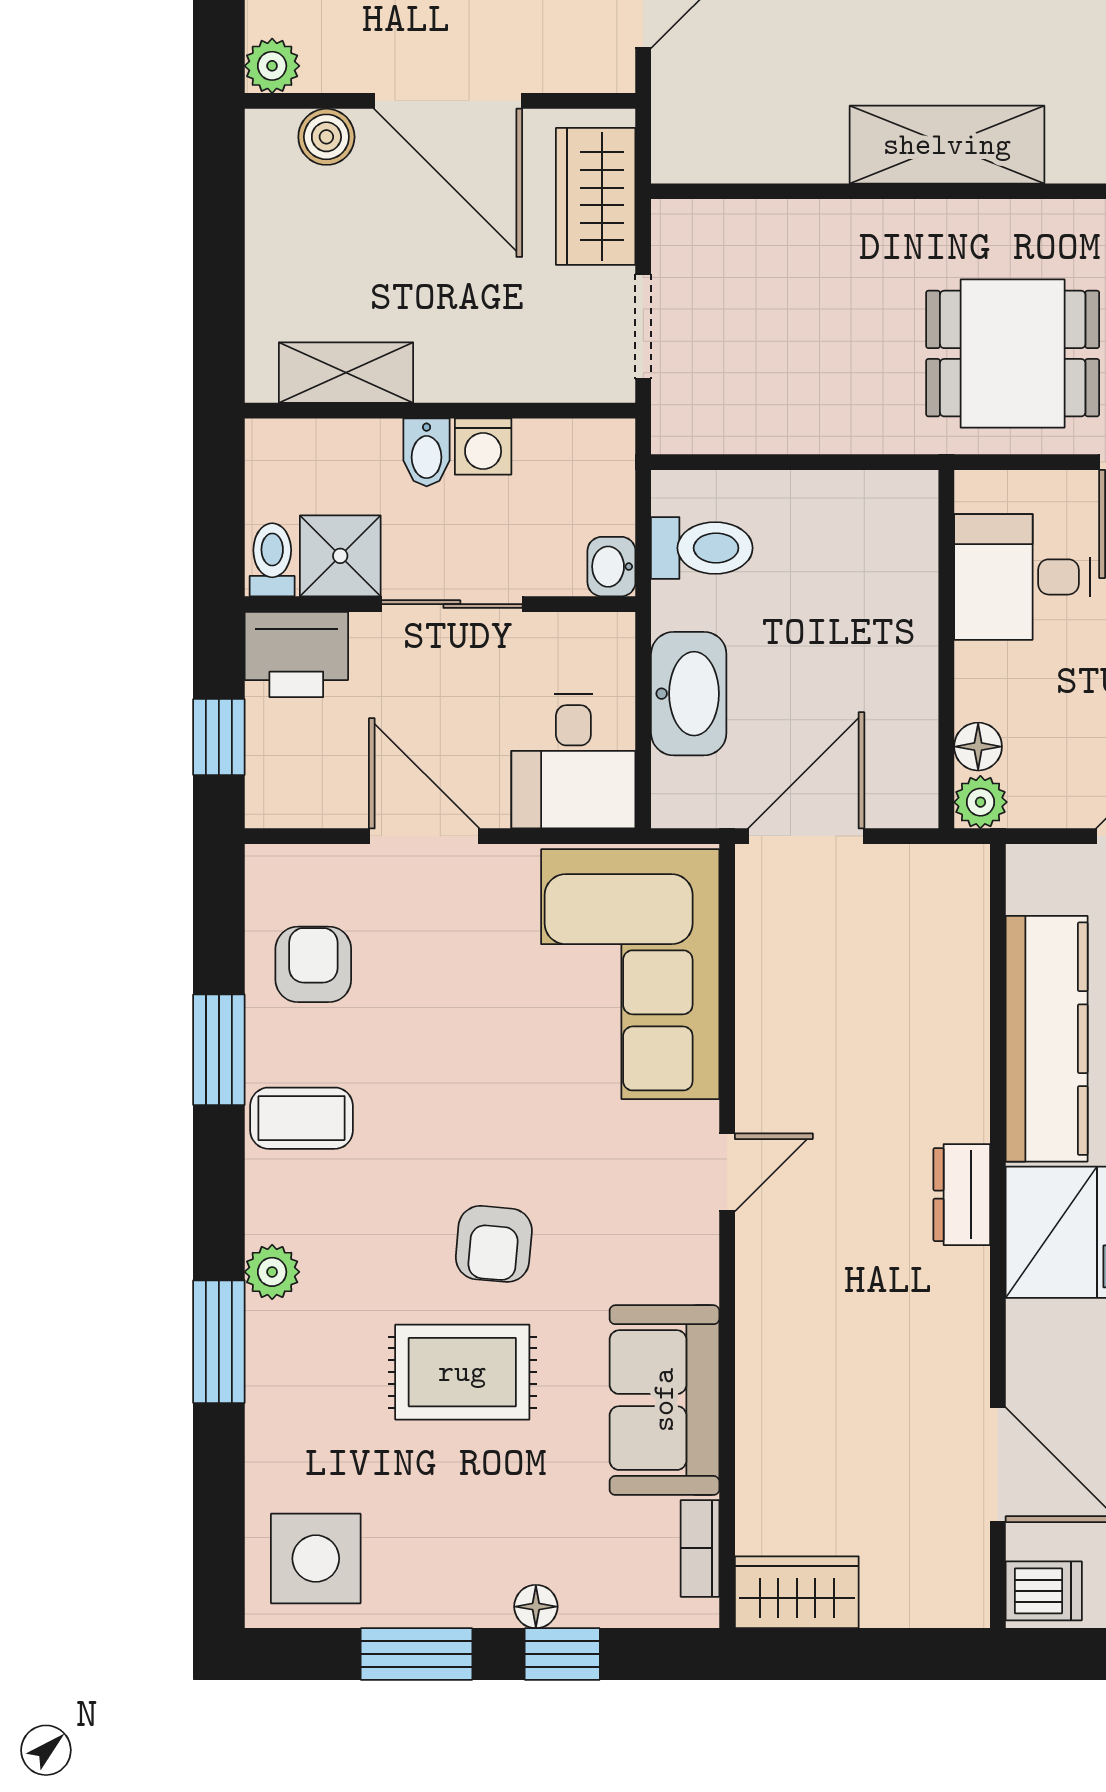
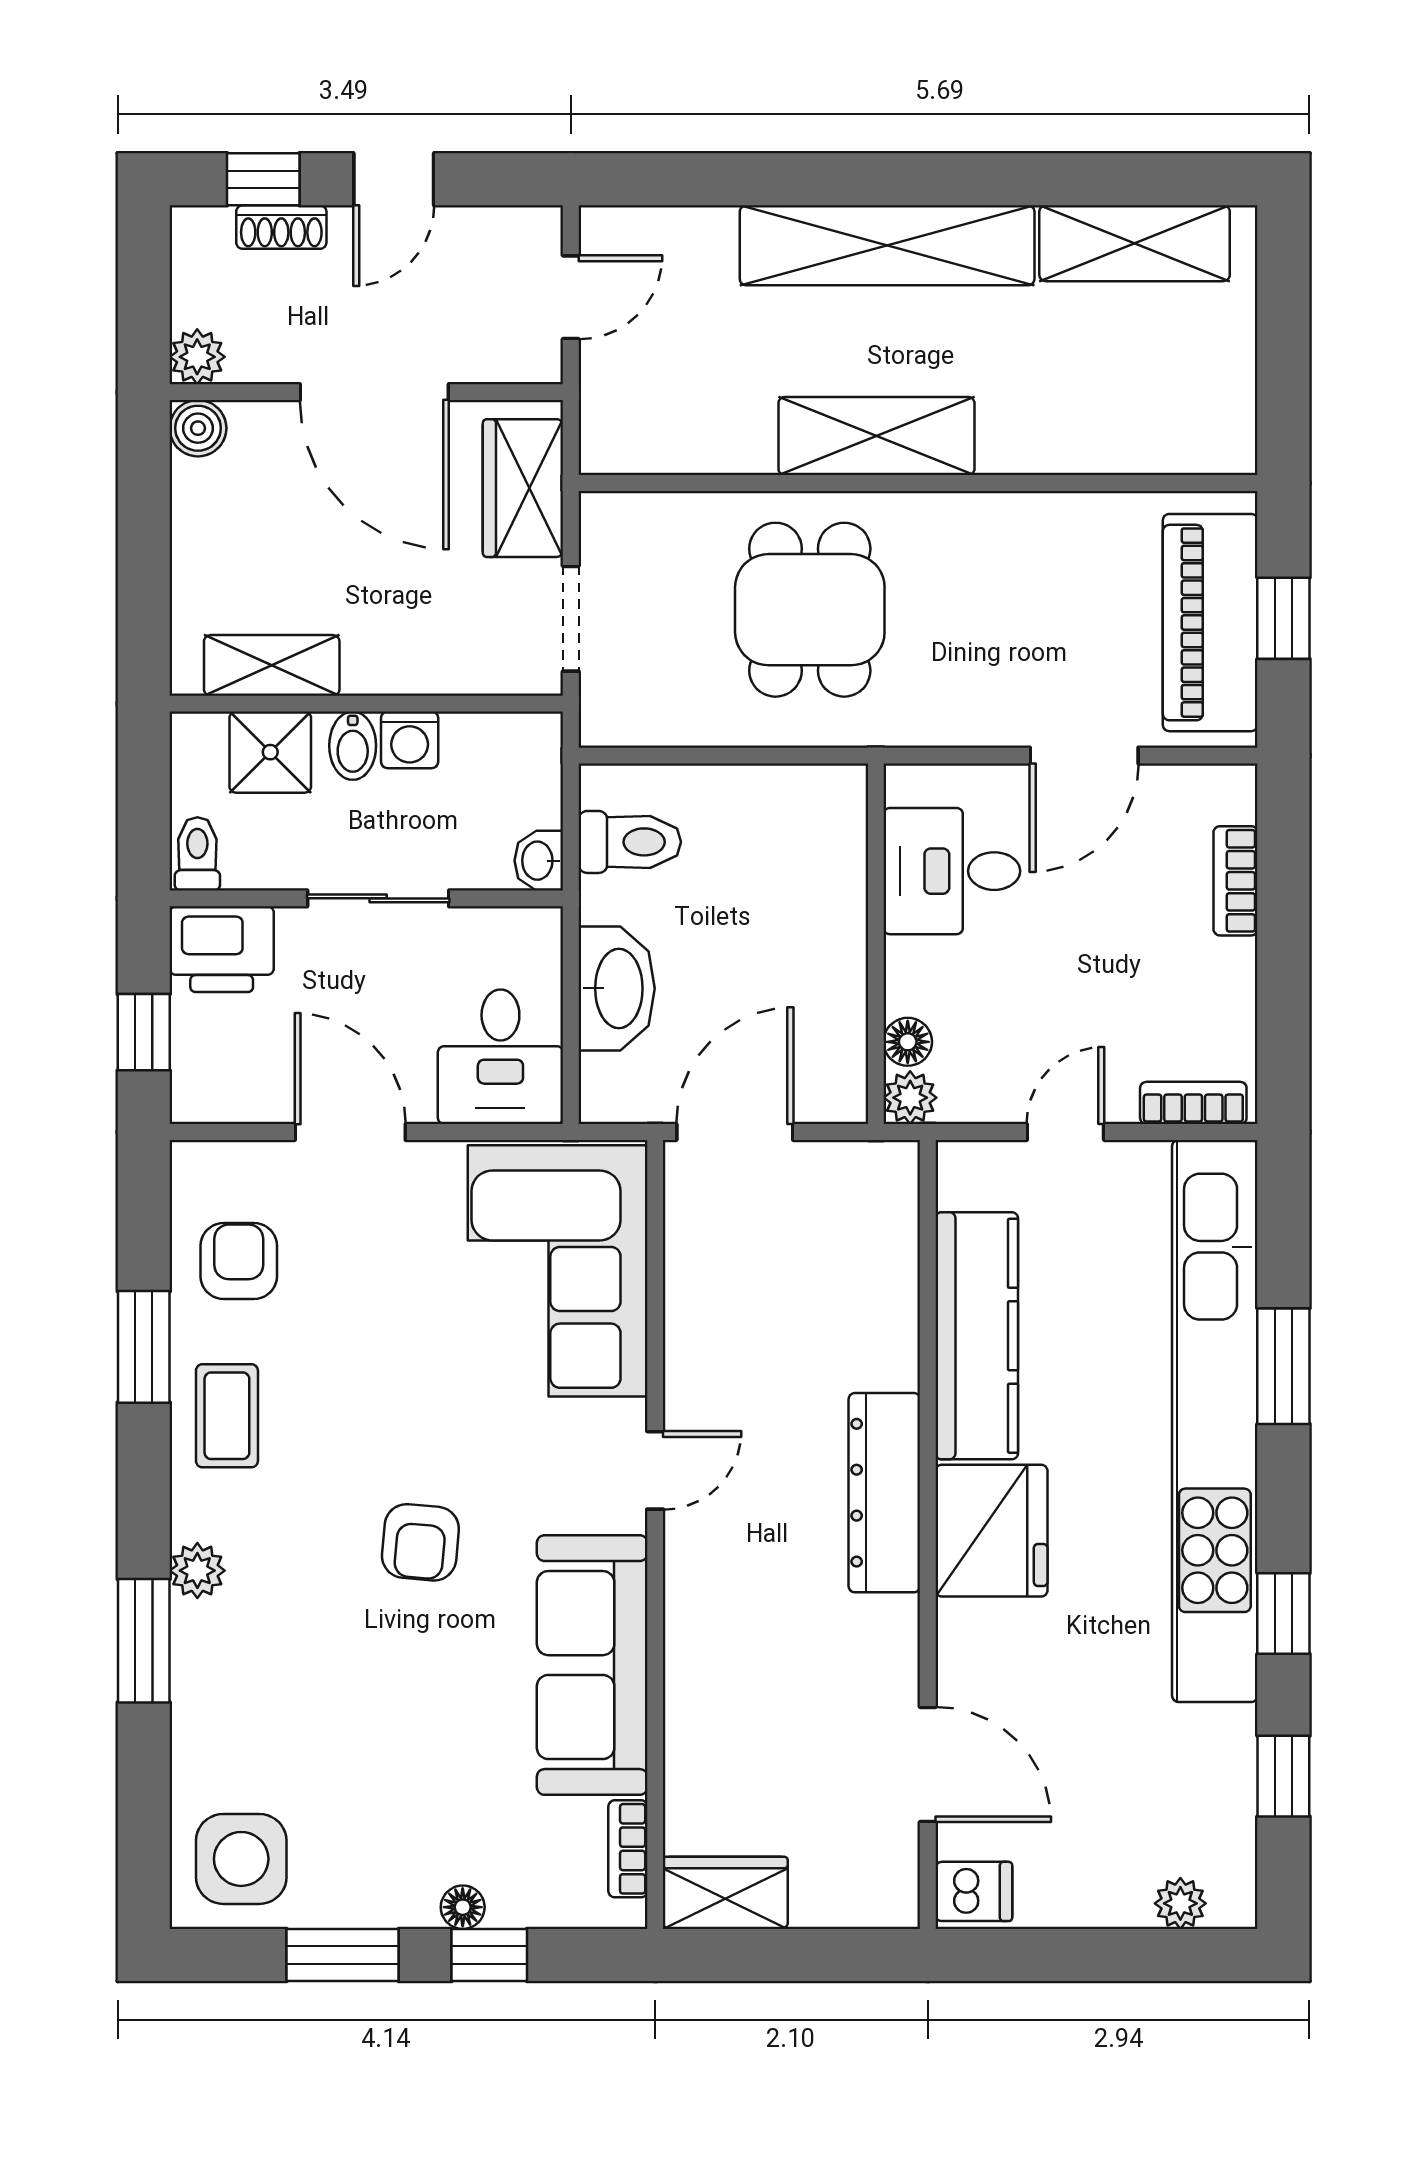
boiler: (326, 137) -> (198, 428), moved
dining table: (1013, 354) -> (810, 610), moved, turned 90
shower: (340, 556) -> (270, 752), moved
coffee table: (302, 1118) -> (227, 1416), turned 90
dresser: (962, 1195) -> (884, 1493), width x1.96, depth x1.24
rug: (462, 1372) -> (389, 1671), removed
sofa: (664, 1400) -> (592, 1665), width x1.36

